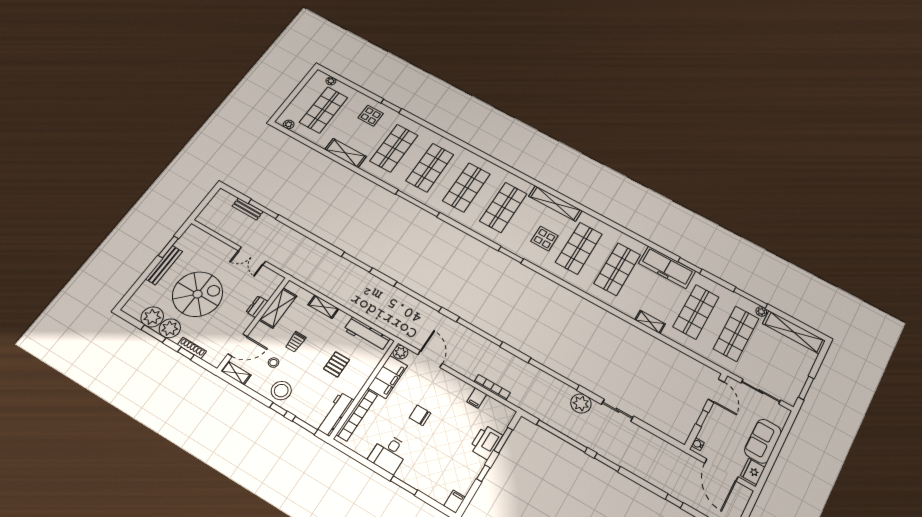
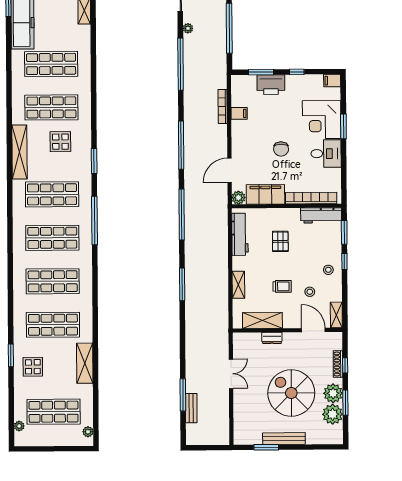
window: (417, 203) -> (94, 221), moved
pallet: (337, 364) -> (280, 241), turned 90
stool: (281, 391) -> (328, 270), width x0.53, depth x0.53
plant: (581, 403) -> (188, 28), width x0.53, depth x0.53
corner desk: (424, 469) -> (322, 120), added

